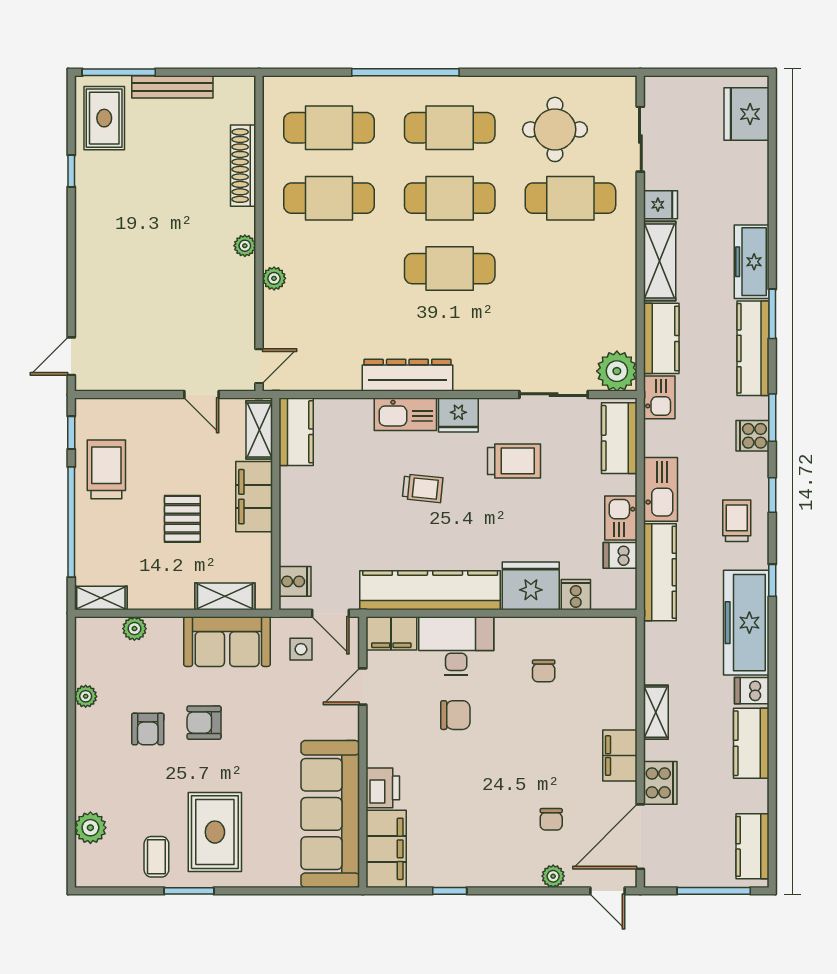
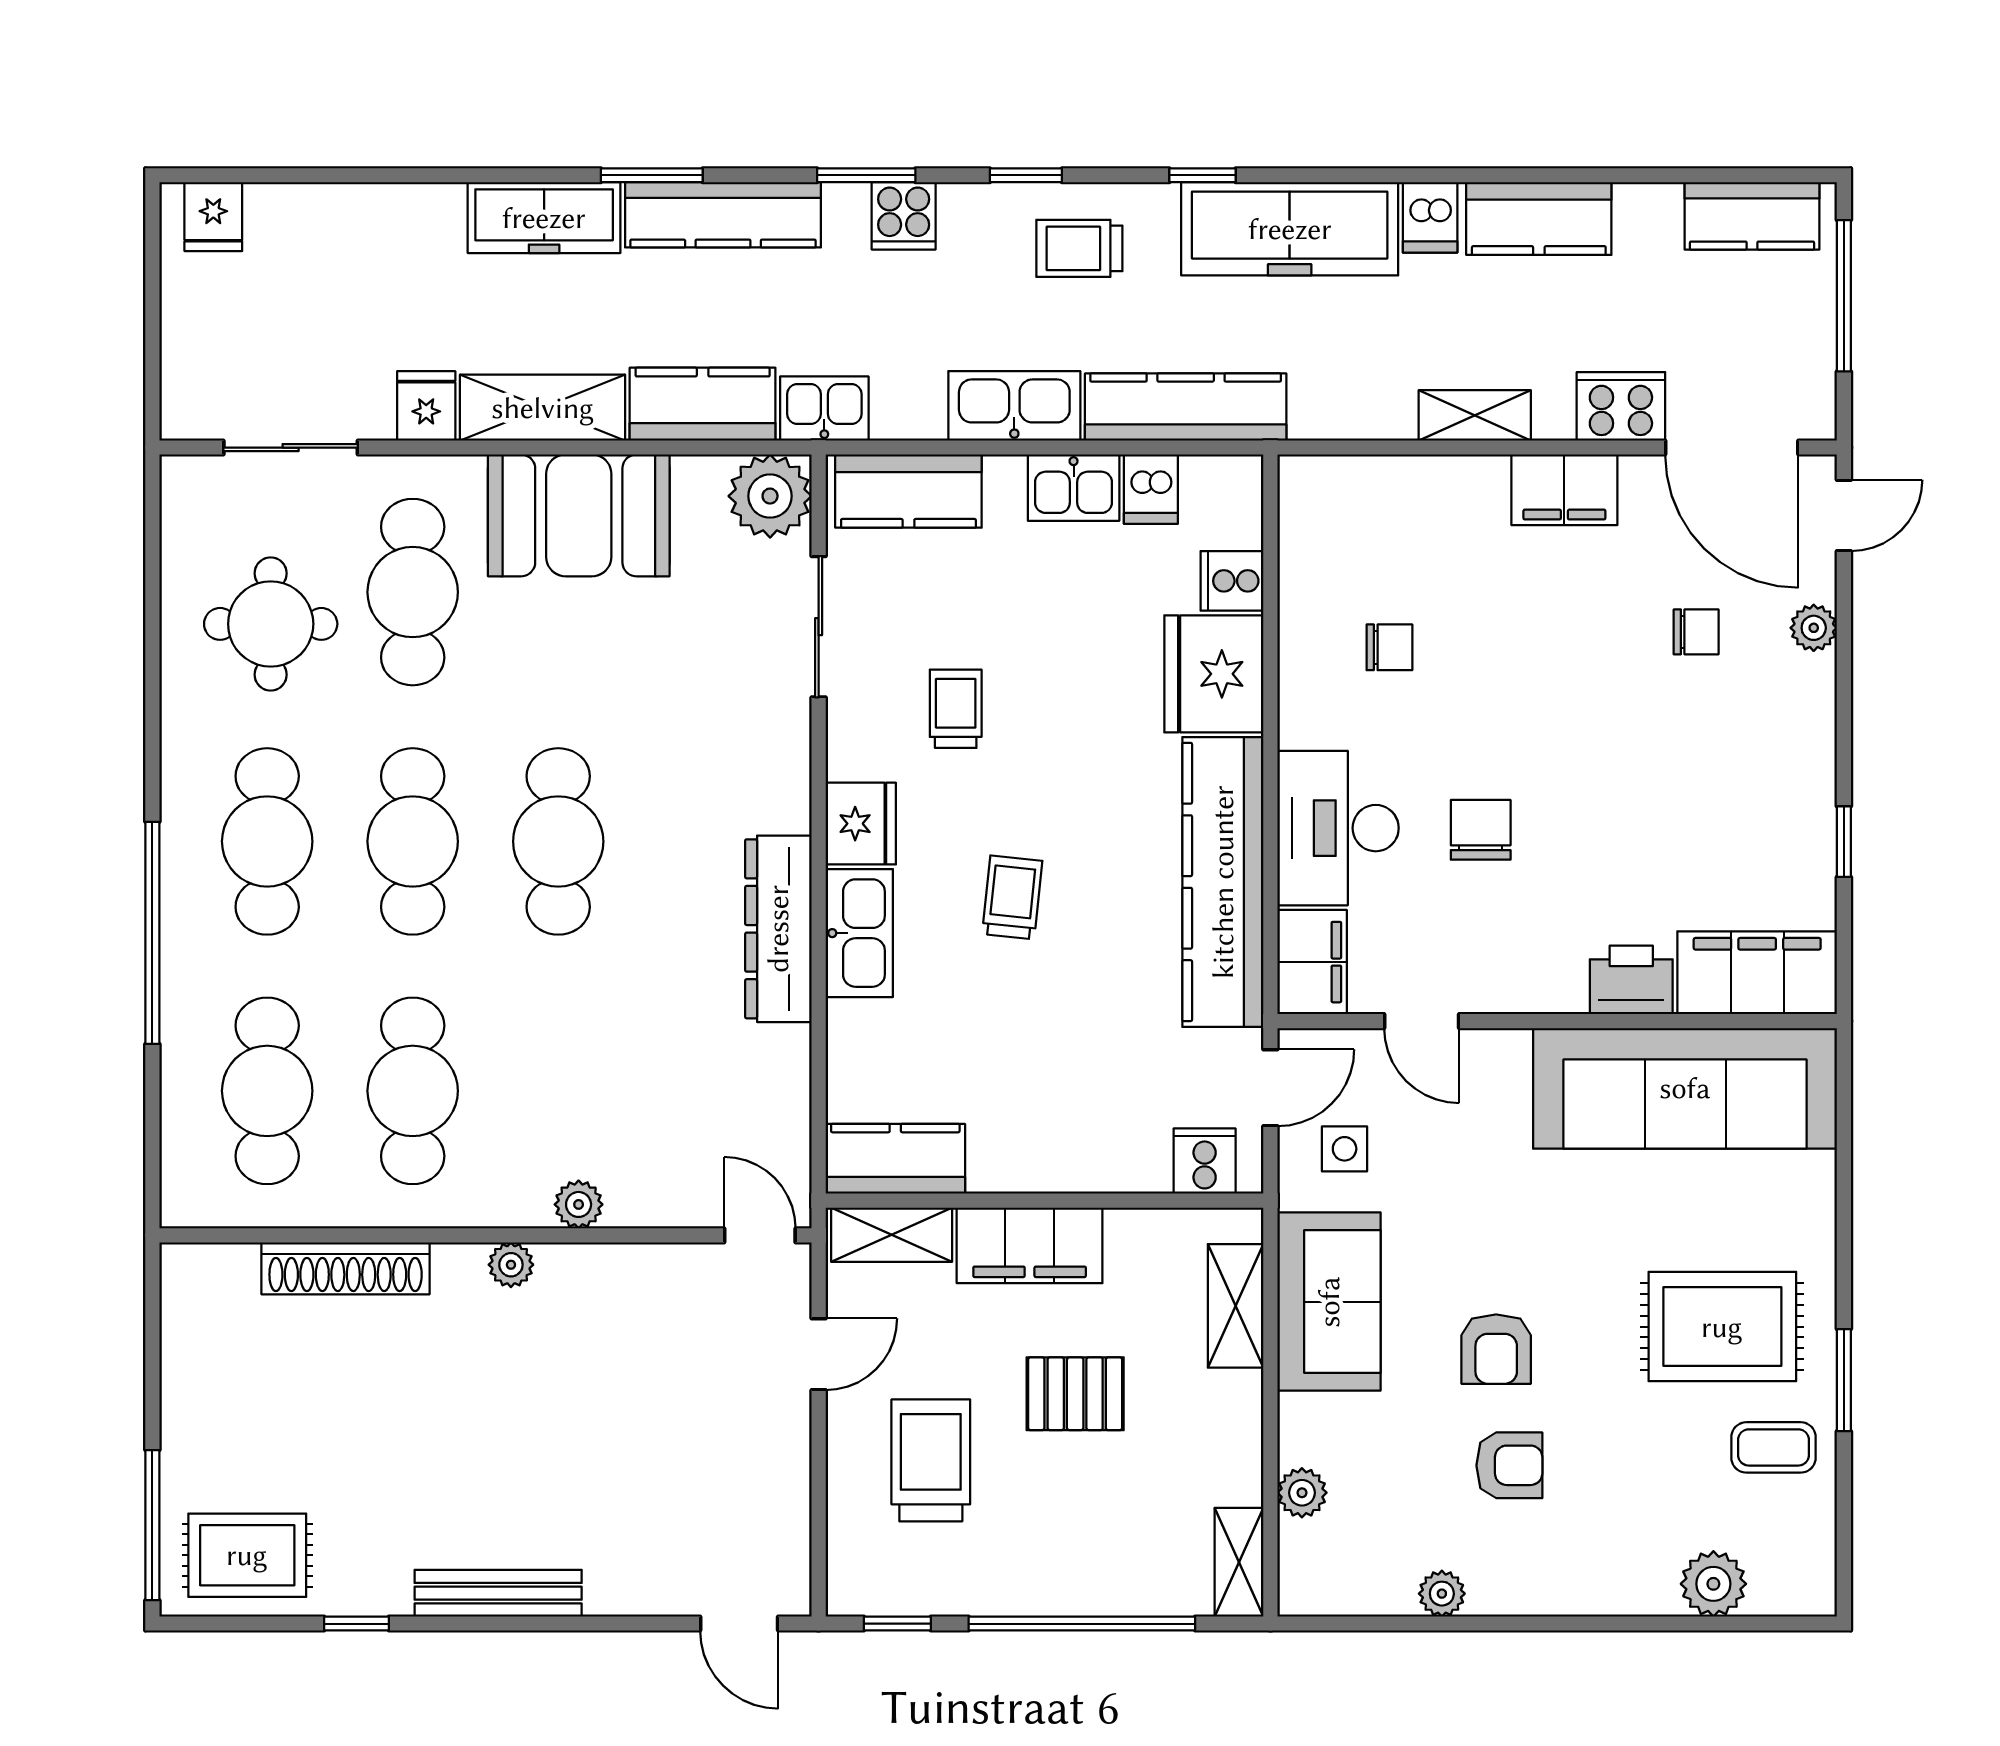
bench: (172, 87) -> (498, 1593), moved, turned 90
fridge: (746, 114) -> (213, 217), width x0.53, depth x0.75
booth: (608, 279) -> (579, 515), added
trolley: (514, 461) -> (956, 709), width x0.73, depth x0.72
trolley: (106, 469) -> (931, 1460), moved, turned 90

